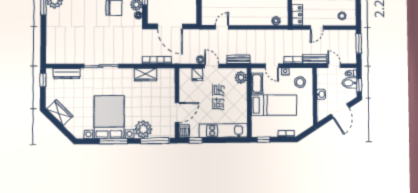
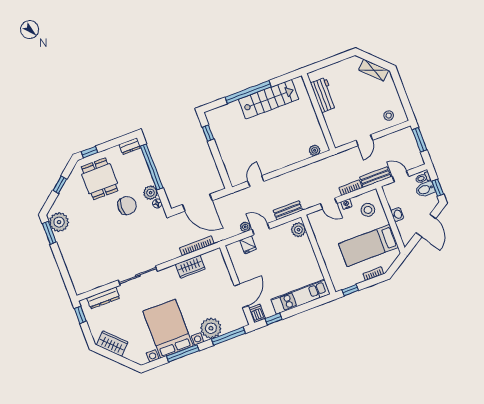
locker: (297, 15) -> (336, 134), removed
cot: (257, 83) -> (319, 230), removed
bed: (274, 105) -> (369, 245), moved, turned 180

